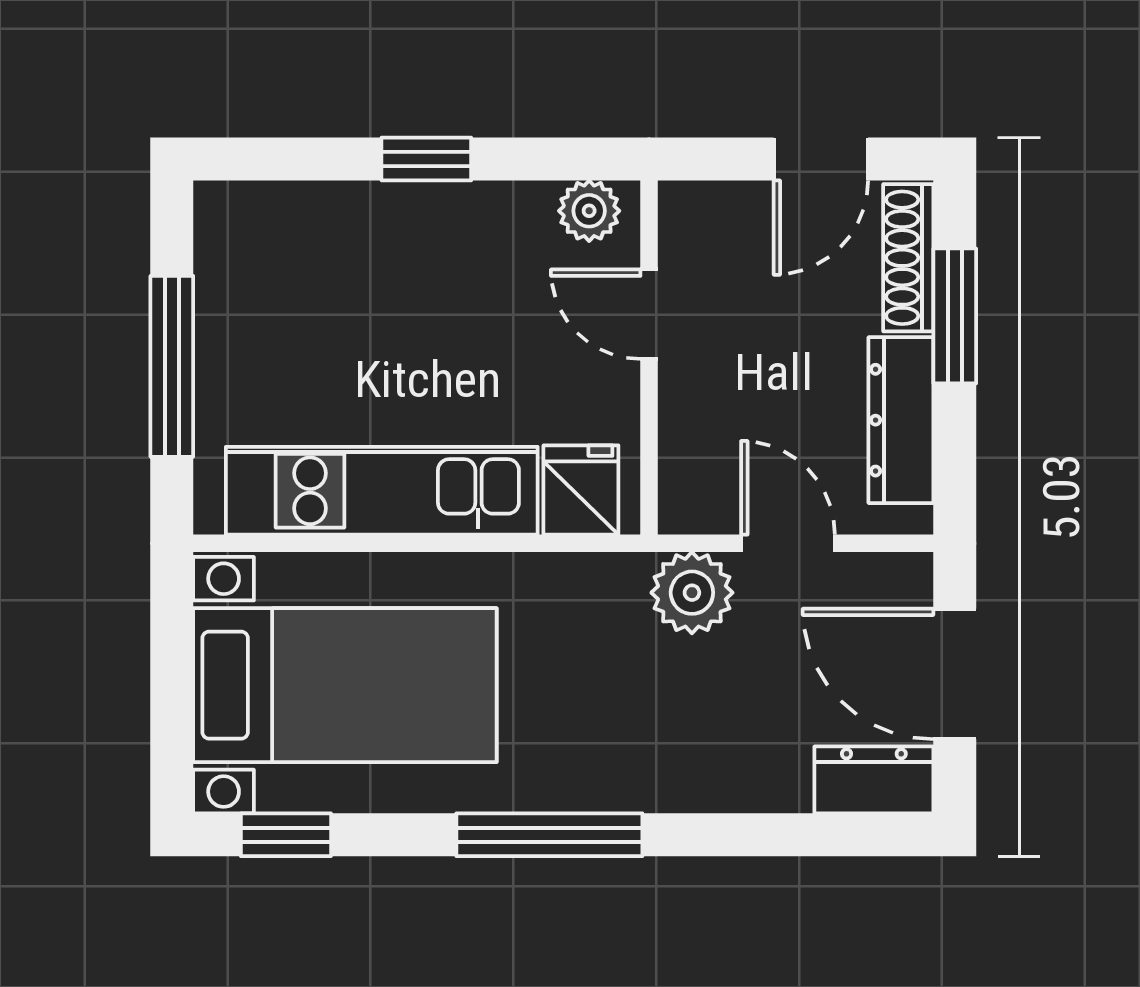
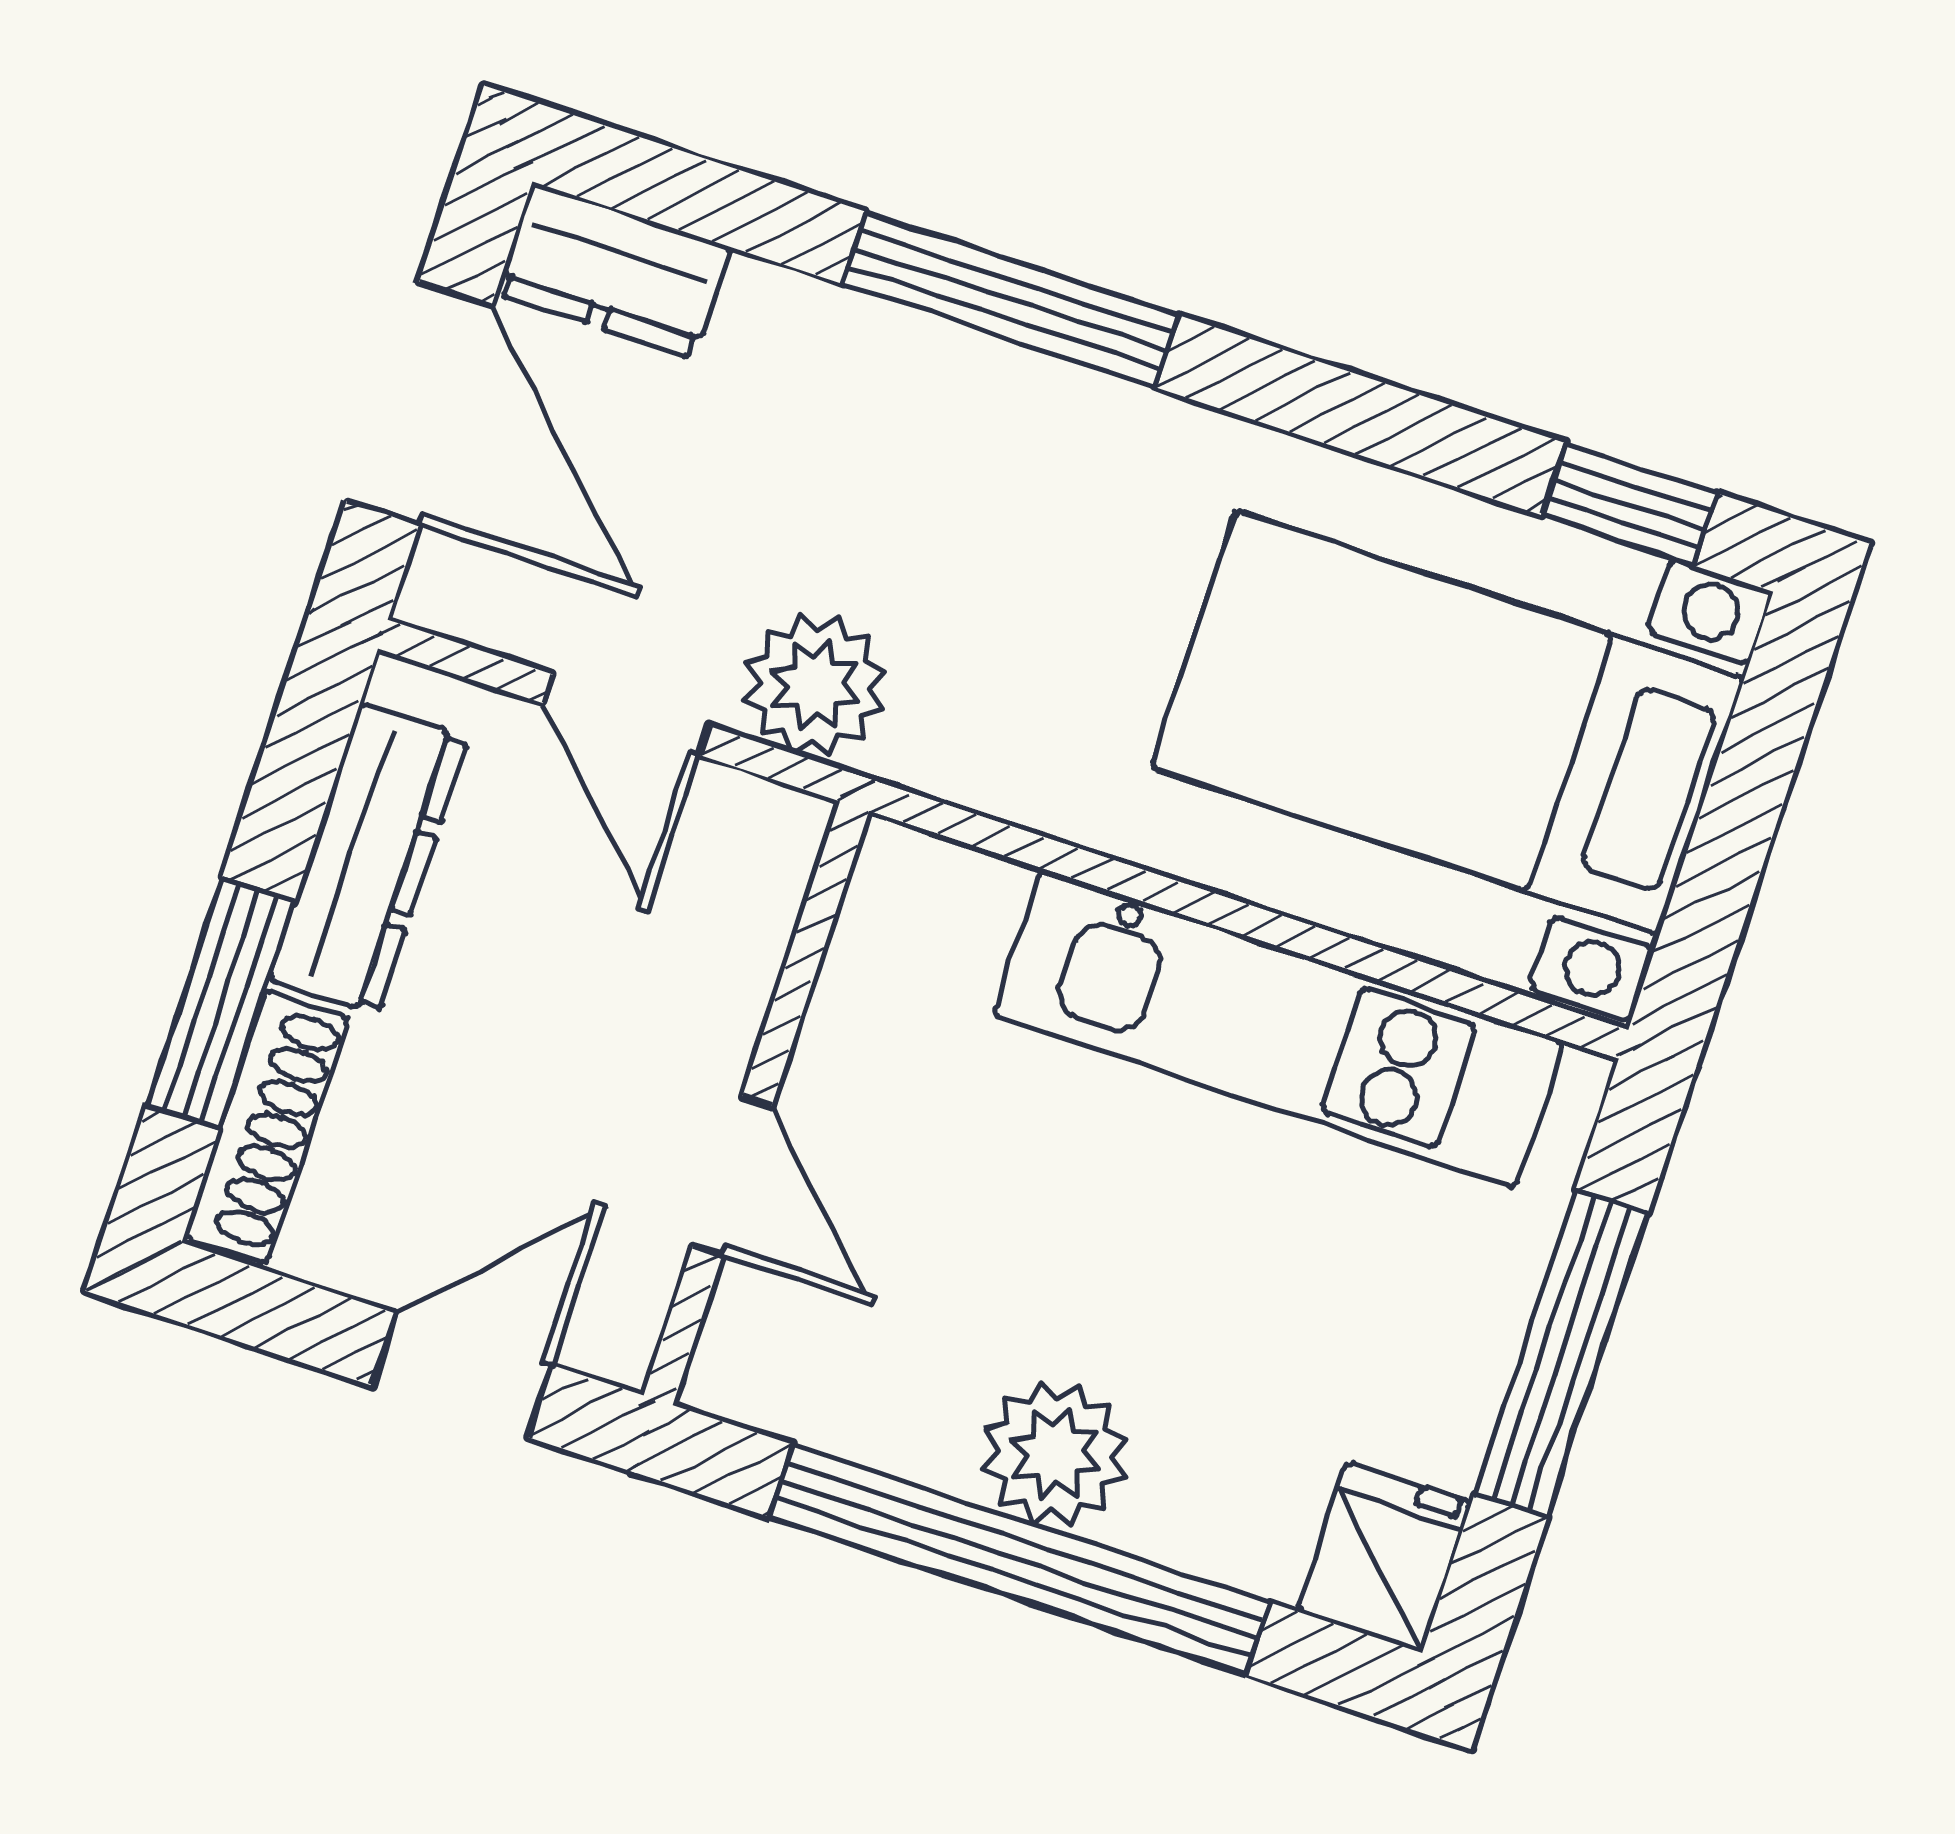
window: (426, 159) -> (1020, 1560), width x3.17
door: (821, 159) -> (462, 1375), moved
plant: (589, 211) -> (1055, 1454), moved, width x1.38, depth x1.38
fridge: (581, 490) -> (1384, 1557), moved, turned 180
window: (549, 835) -> (1010, 299), moved

